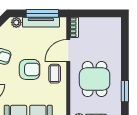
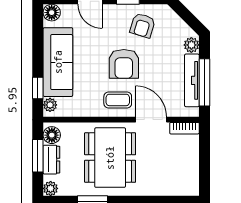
dining table: (95, 79) -> (110, 158), width x1.38

